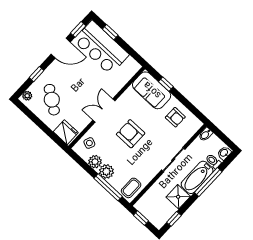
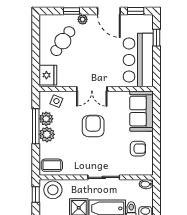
bar counter: (101, 48) -> (138, 60), moved
window: (166, 84) -> (157, 118), removed
plant: (27, 96) -> (83, 19), moved
double door: (104, 110) -> (92, 89), swing flipped
armchair: (175, 117) -> (138, 149), turned -90
window: (108, 187) -> (36, 126), moved
stool: (149, 203) -> (53, 190), added

